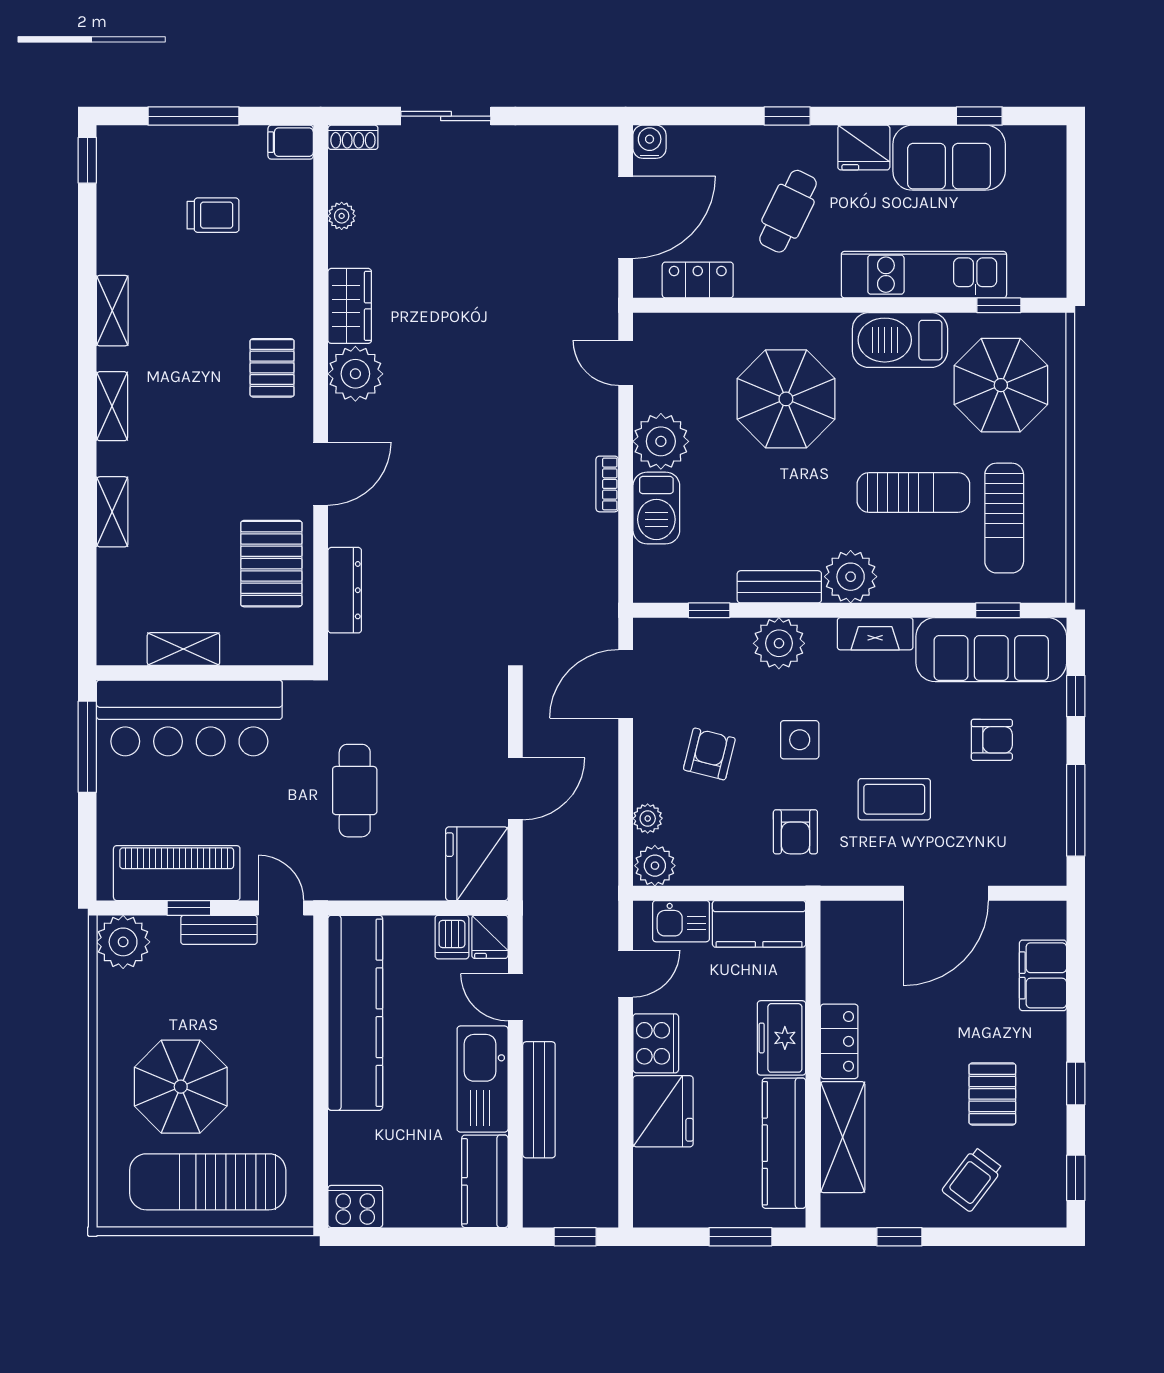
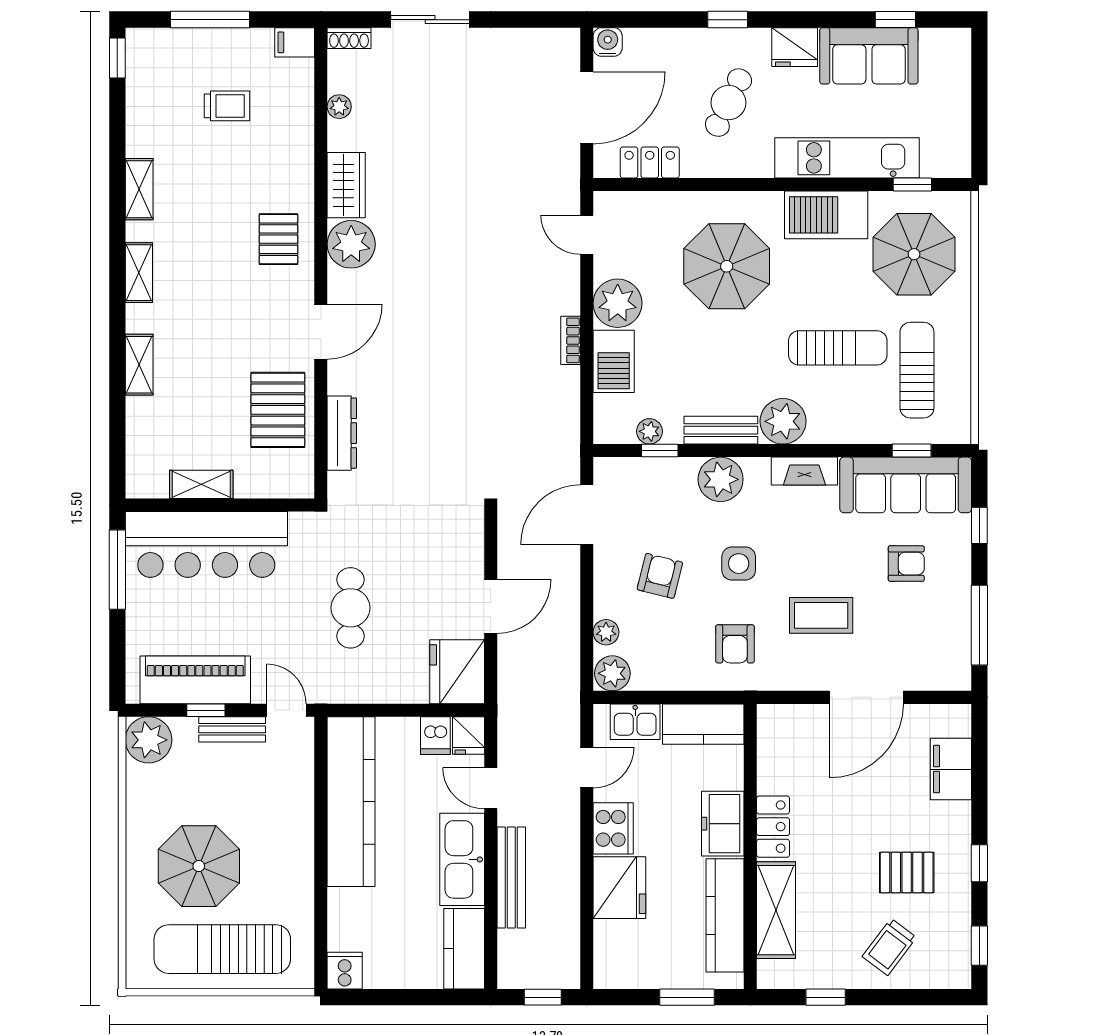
sun lounger: (1004, 518) -> (917, 370), turned 180
plant: (697, 588) -> (649, 431), added
pallet: (992, 1094) -> (907, 872), turned 90
cooker: (355, 1206) -> (345, 971), width x0.73

